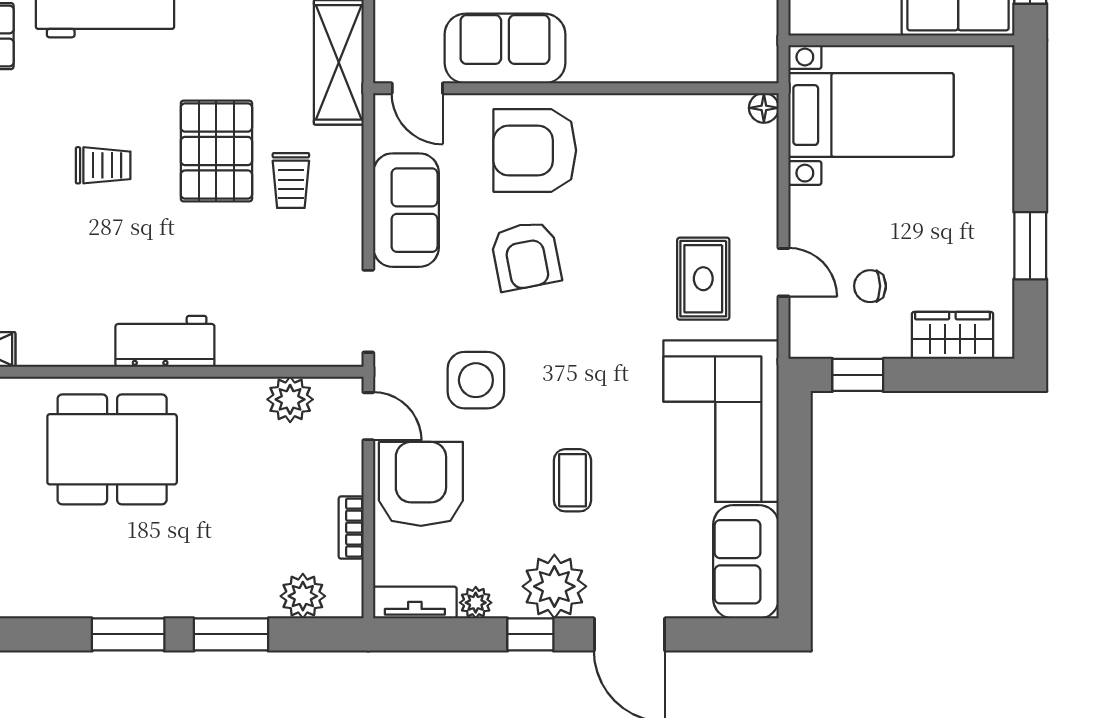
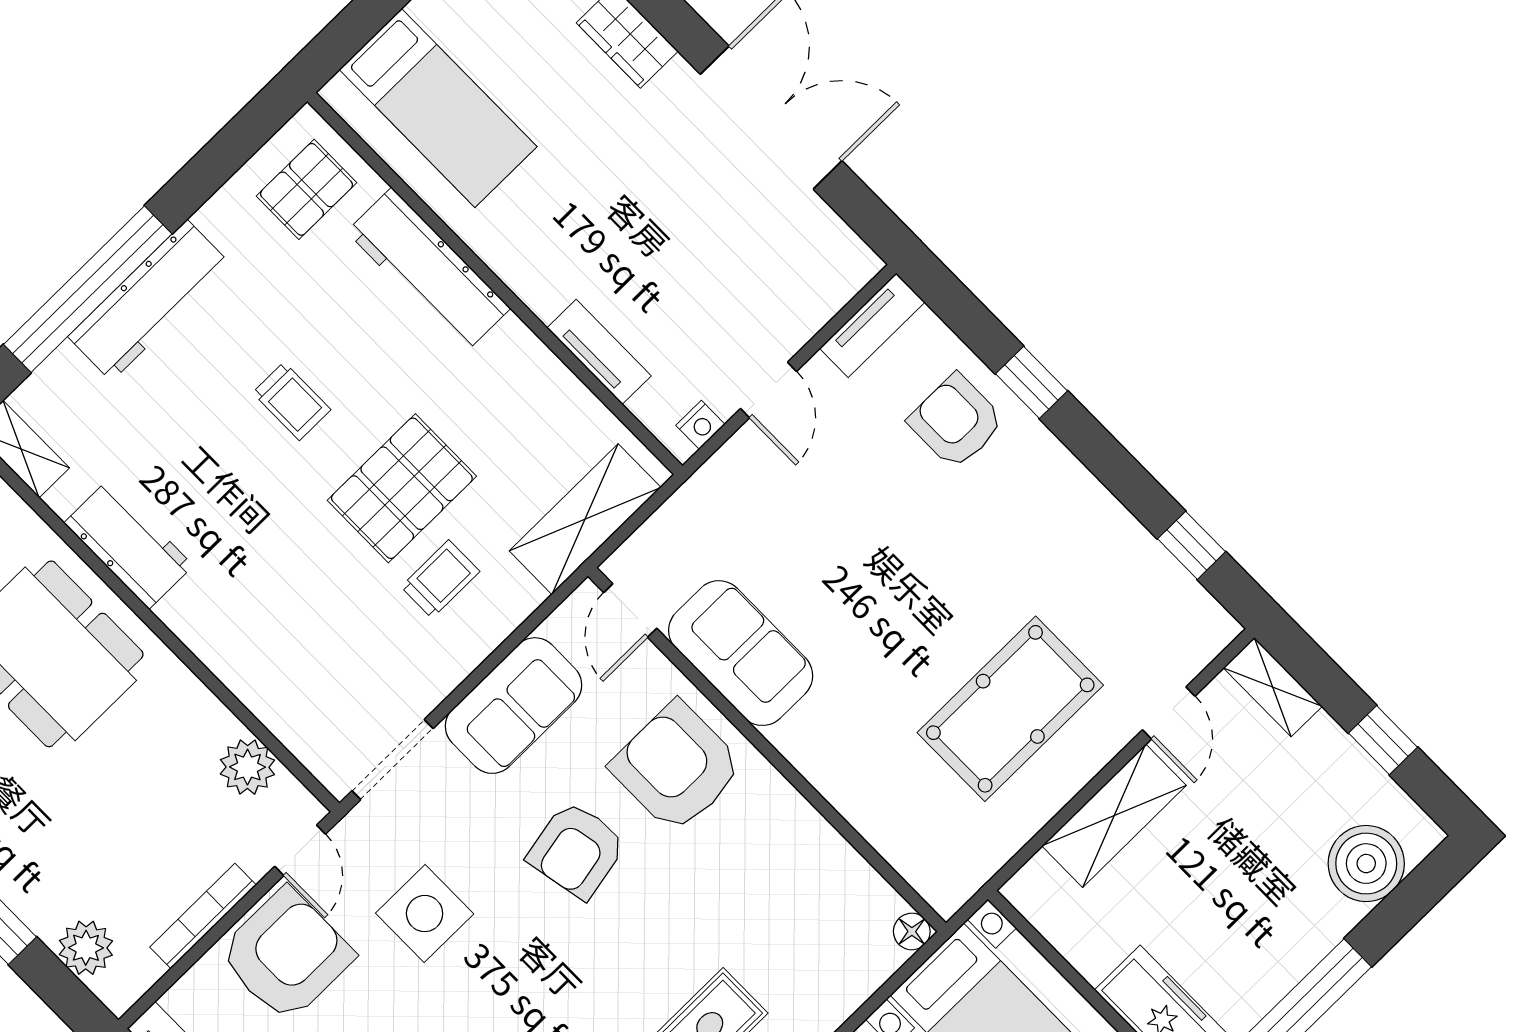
trolley: (291, 180) -> (440, 579), turned 180
workbench: (165, 341) -> (129, 544), moved
bookcase: (351, 528) -> (203, 916), width x1.56

